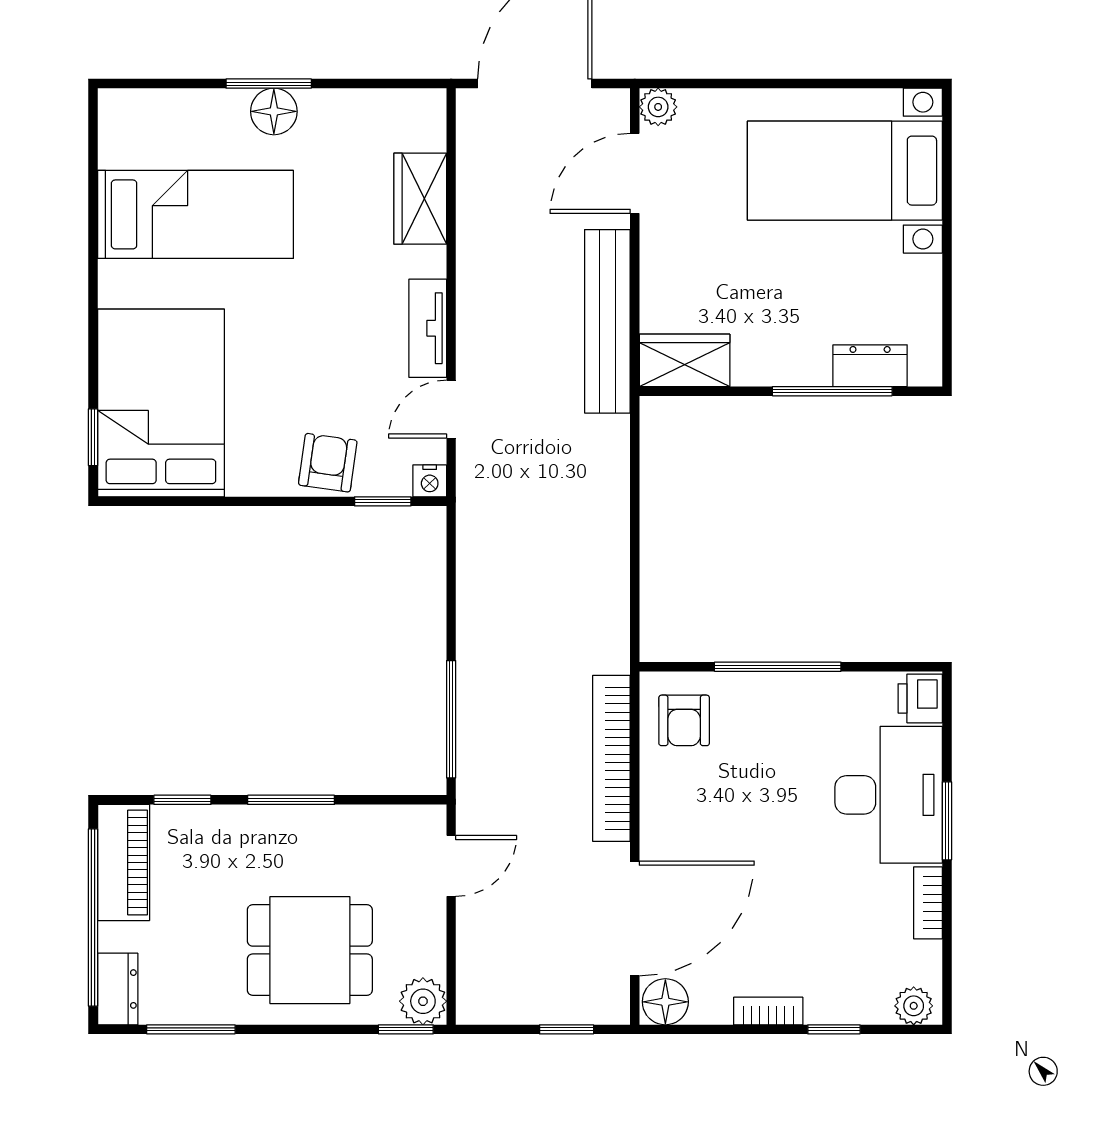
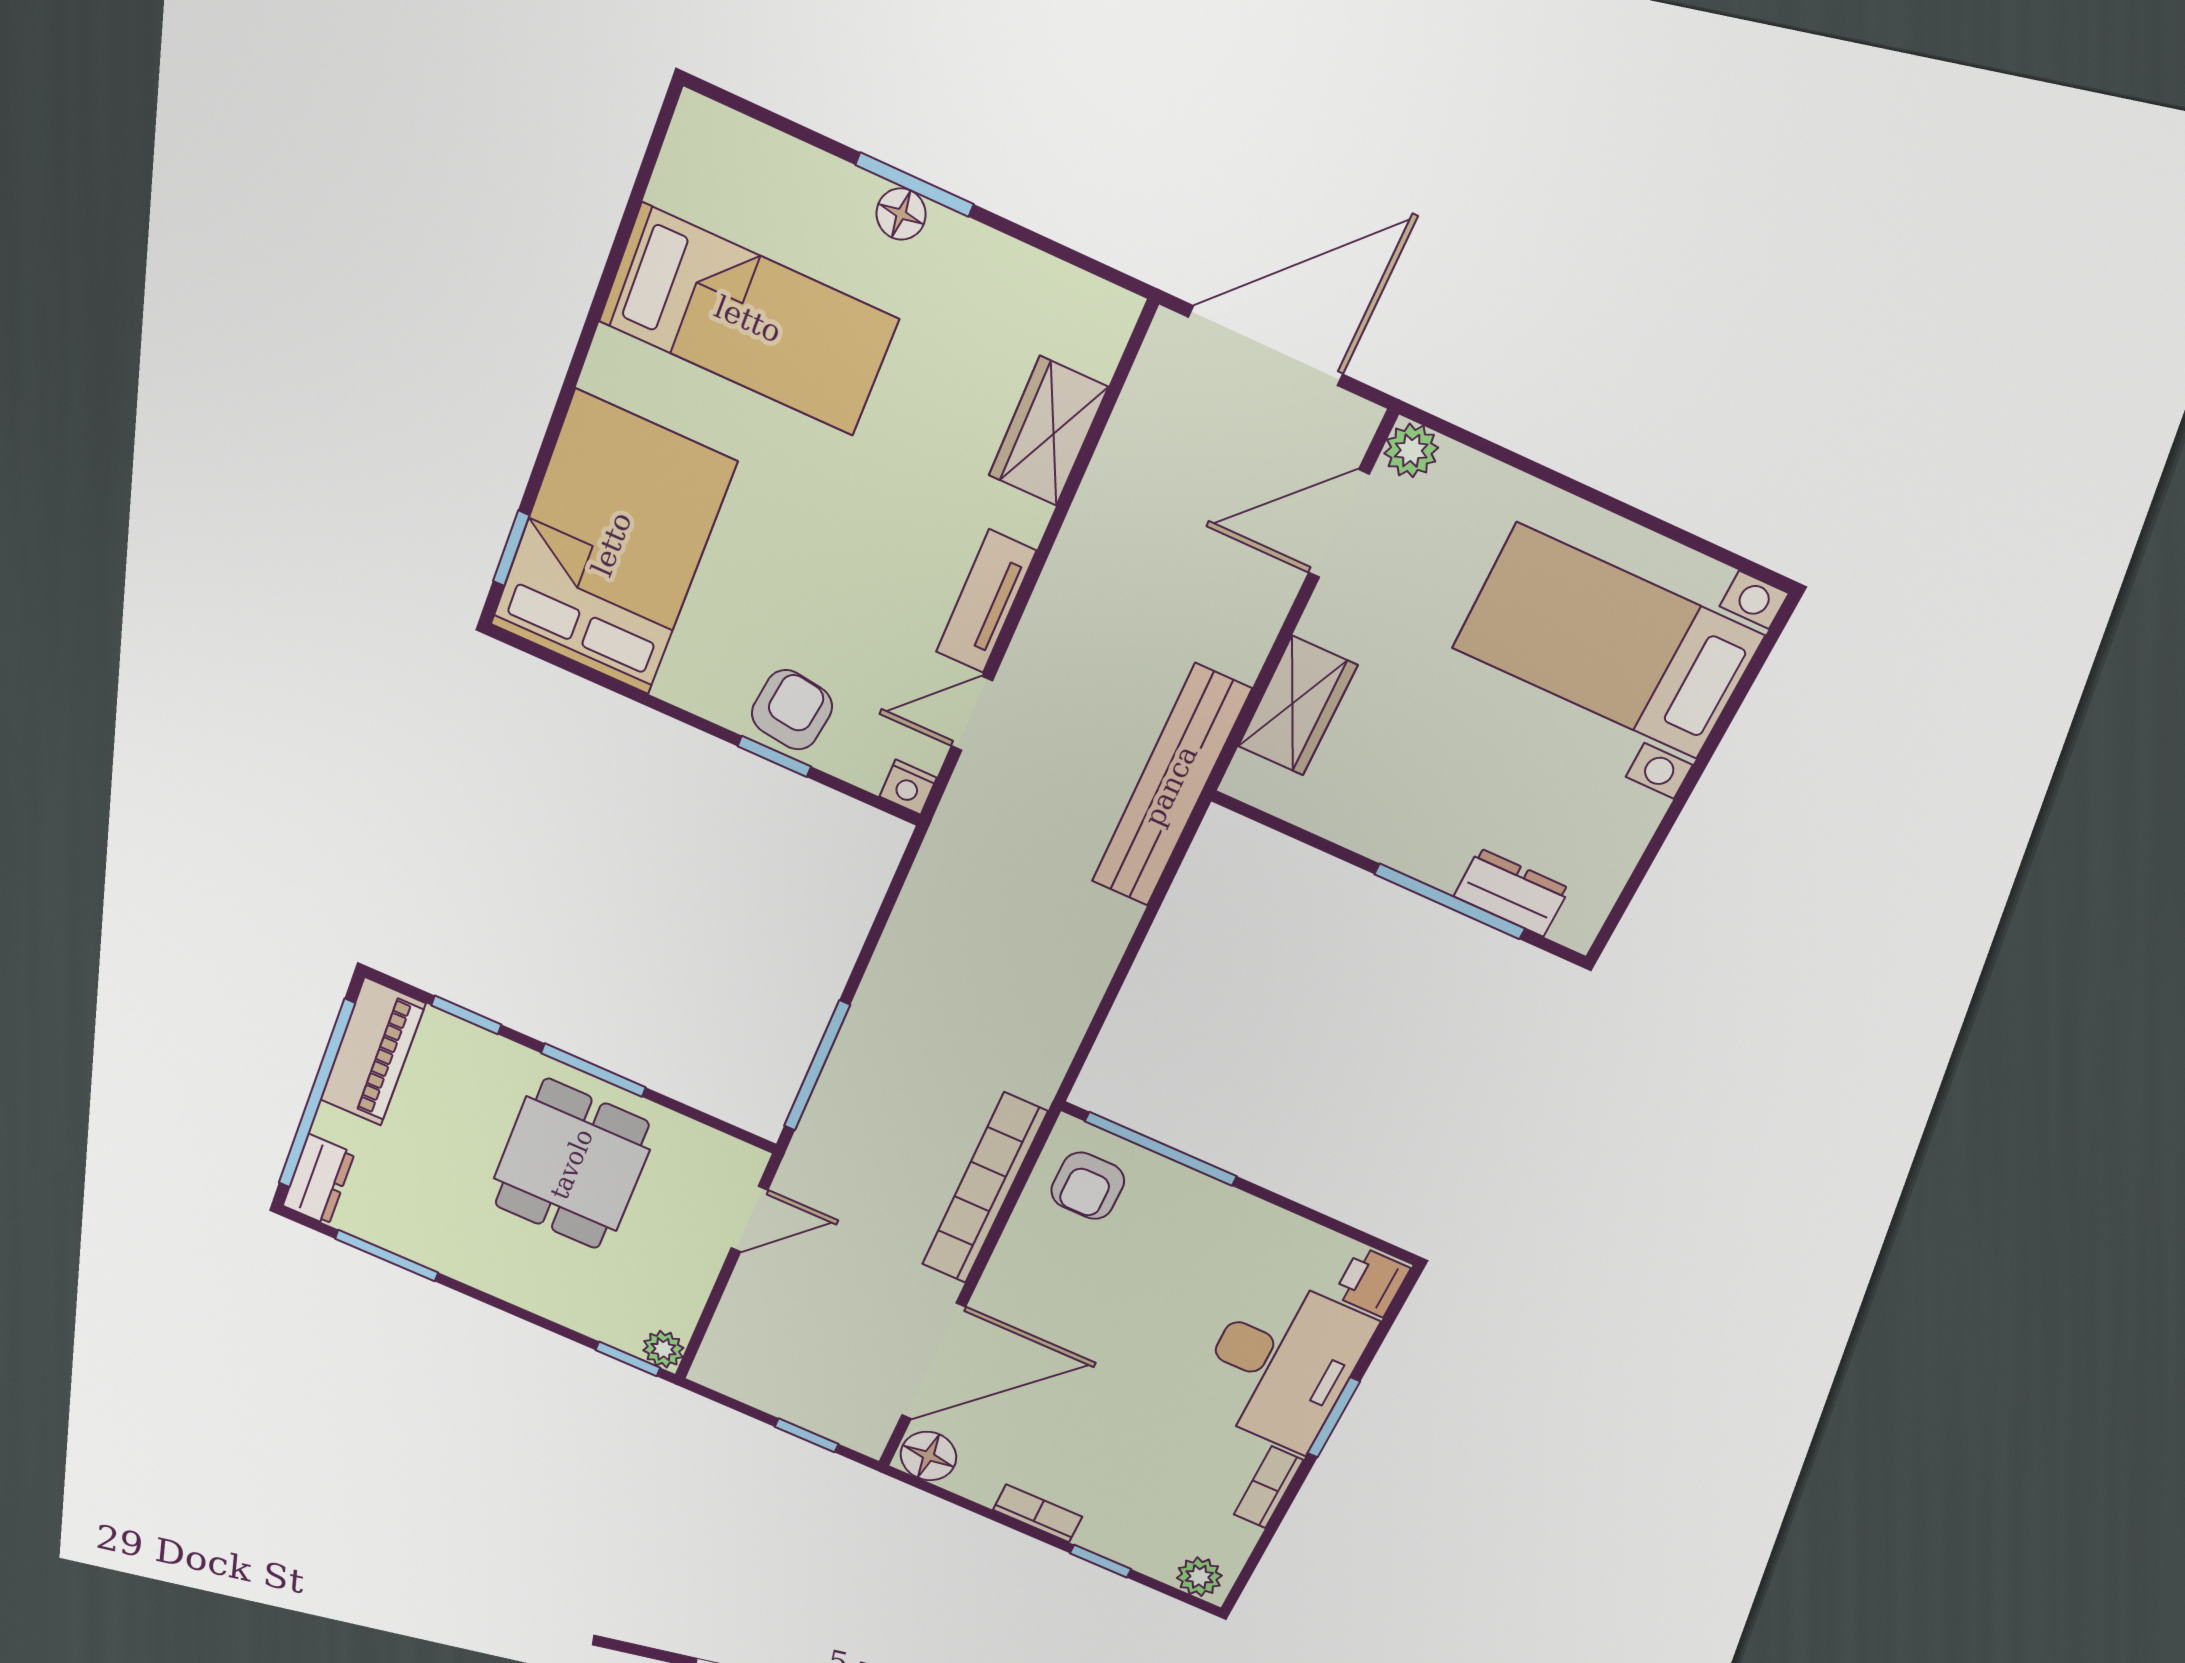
floor lamp: (274, 111) -> (901, 214), width x0.73, depth x0.73
bench: (607, 321) -> (1171, 786), moved
wardrobe: (685, 360) -> (1298, 706), moved, turned 90
window: (383, 501) -> (774, 756), moved
window: (778, 667) -> (1161, 1149), moved
dining table: (310, 950) -> (572, 1164), moved, turned 90
plant: (423, 1001) -> (663, 1349), width x0.73, depth x0.73

